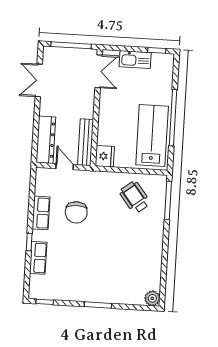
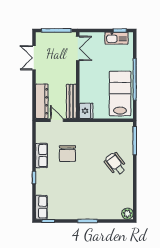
kitchen sink: (135, 60) -> (117, 38), moved
wheelchair: (135, 197) -> (115, 164), moved
row of seats: (38, 258) -> (41, 207), moved

